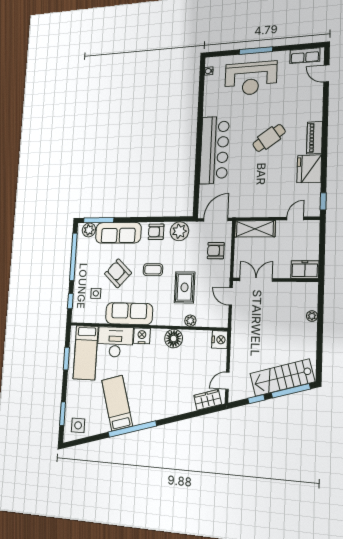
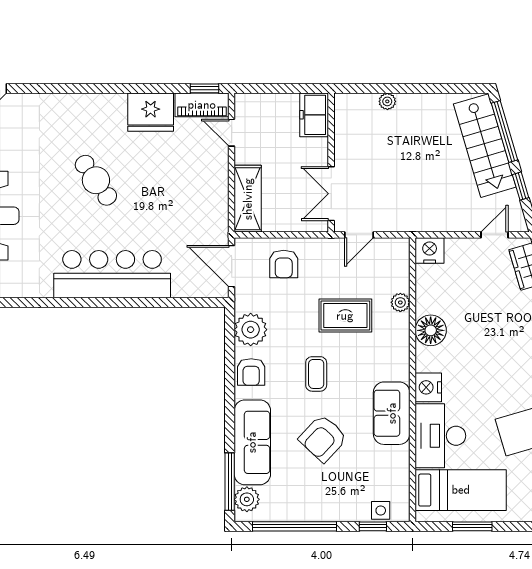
piano: (315, 138) -> (202, 105), moved
side table: (96, 293) -> (381, 510), moved
sofa: (129, 314) -> (392, 413), width x0.73
door: (227, 381) -> (494, 235), swing flipped

